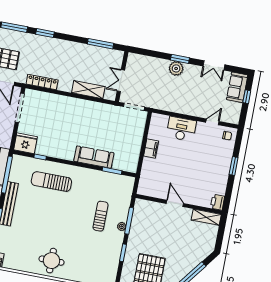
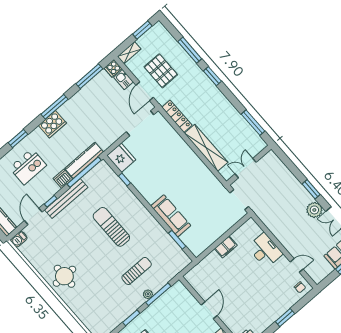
plant: (176, 68) -> (314, 210), moved
shelving: (88, 90) -> (206, 148), width x1.47
sun lounger: (51, 182) -> (111, 227), moved

